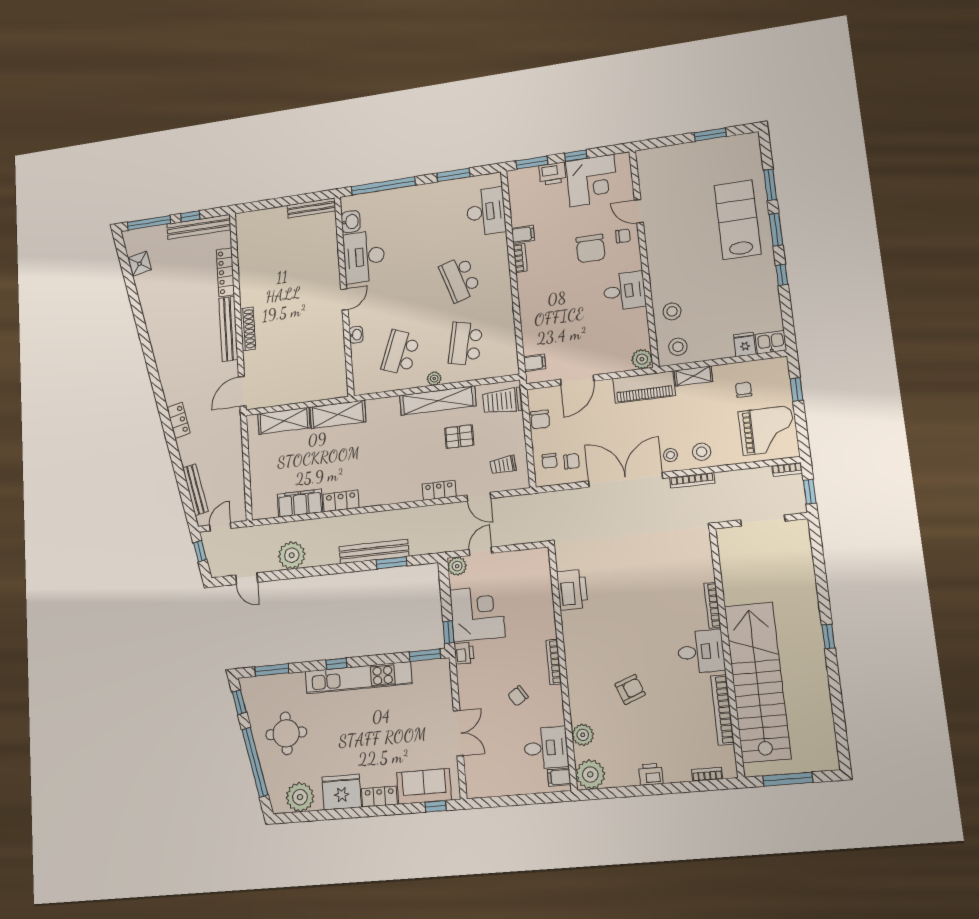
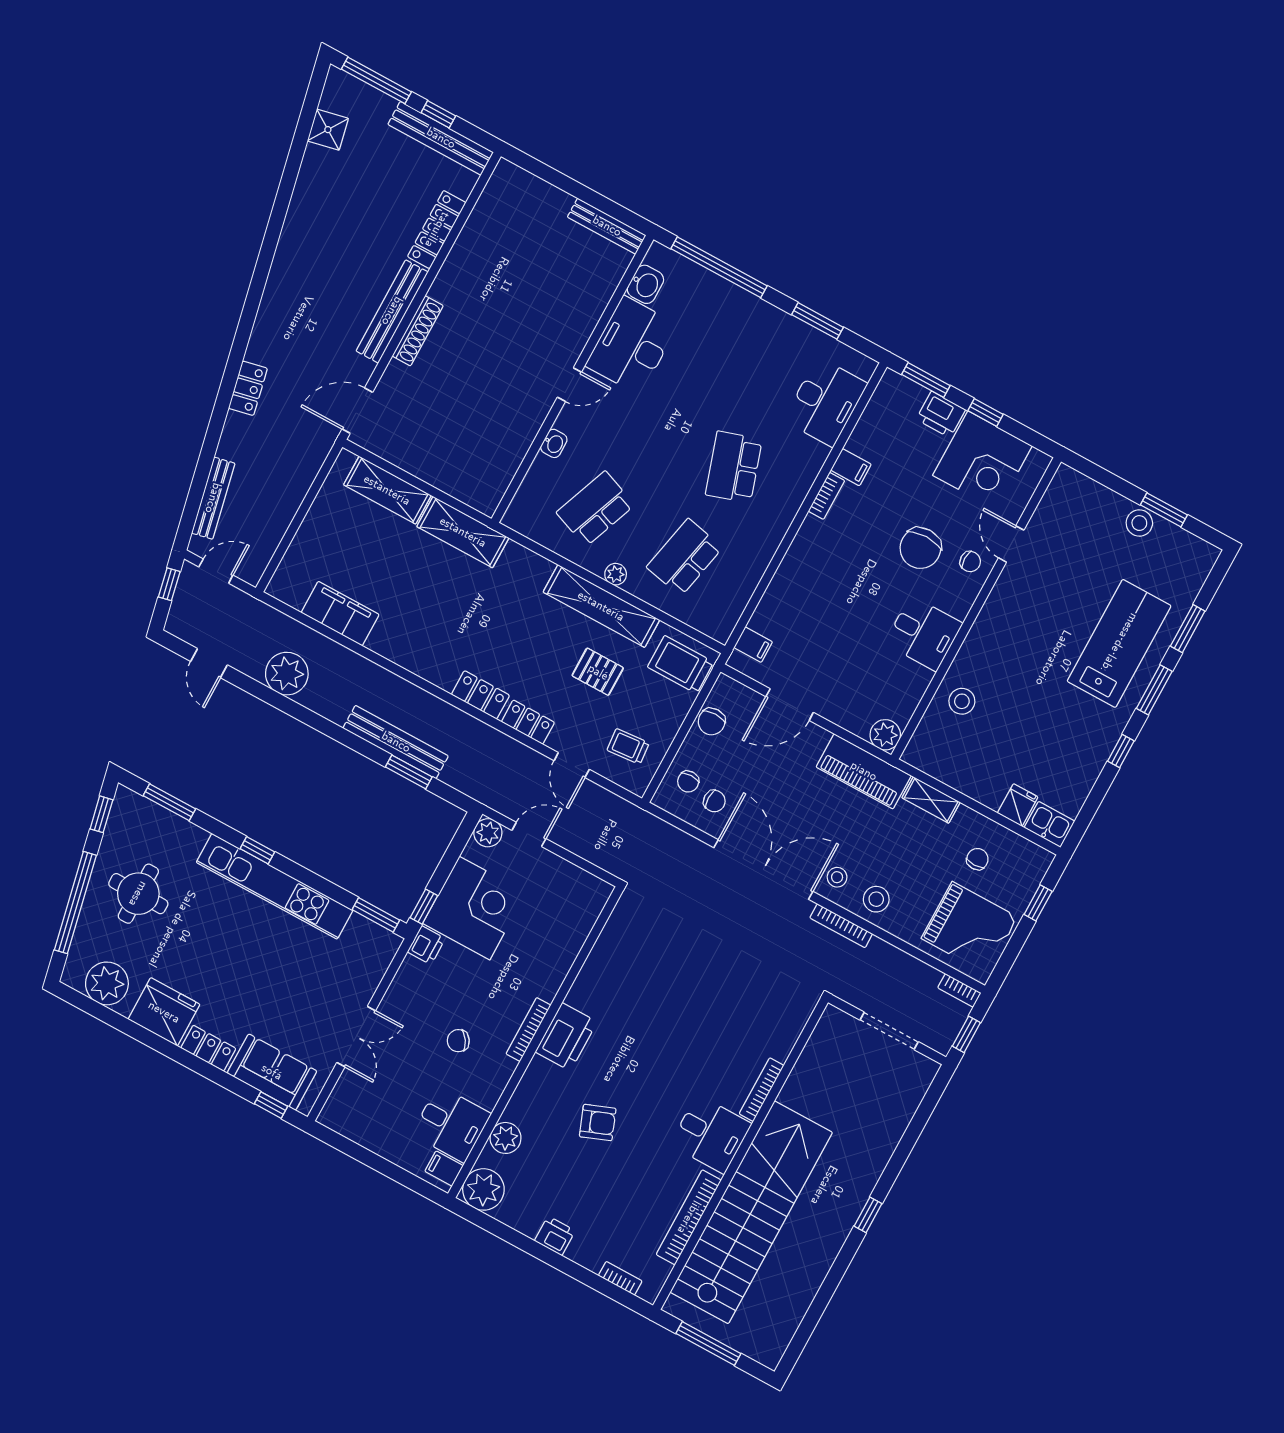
stool: (678, 347) -> (1139, 523), moved
locker: (341, 501) -> (480, 695), moved
printer: (572, 590) -> (566, 1037), moved

